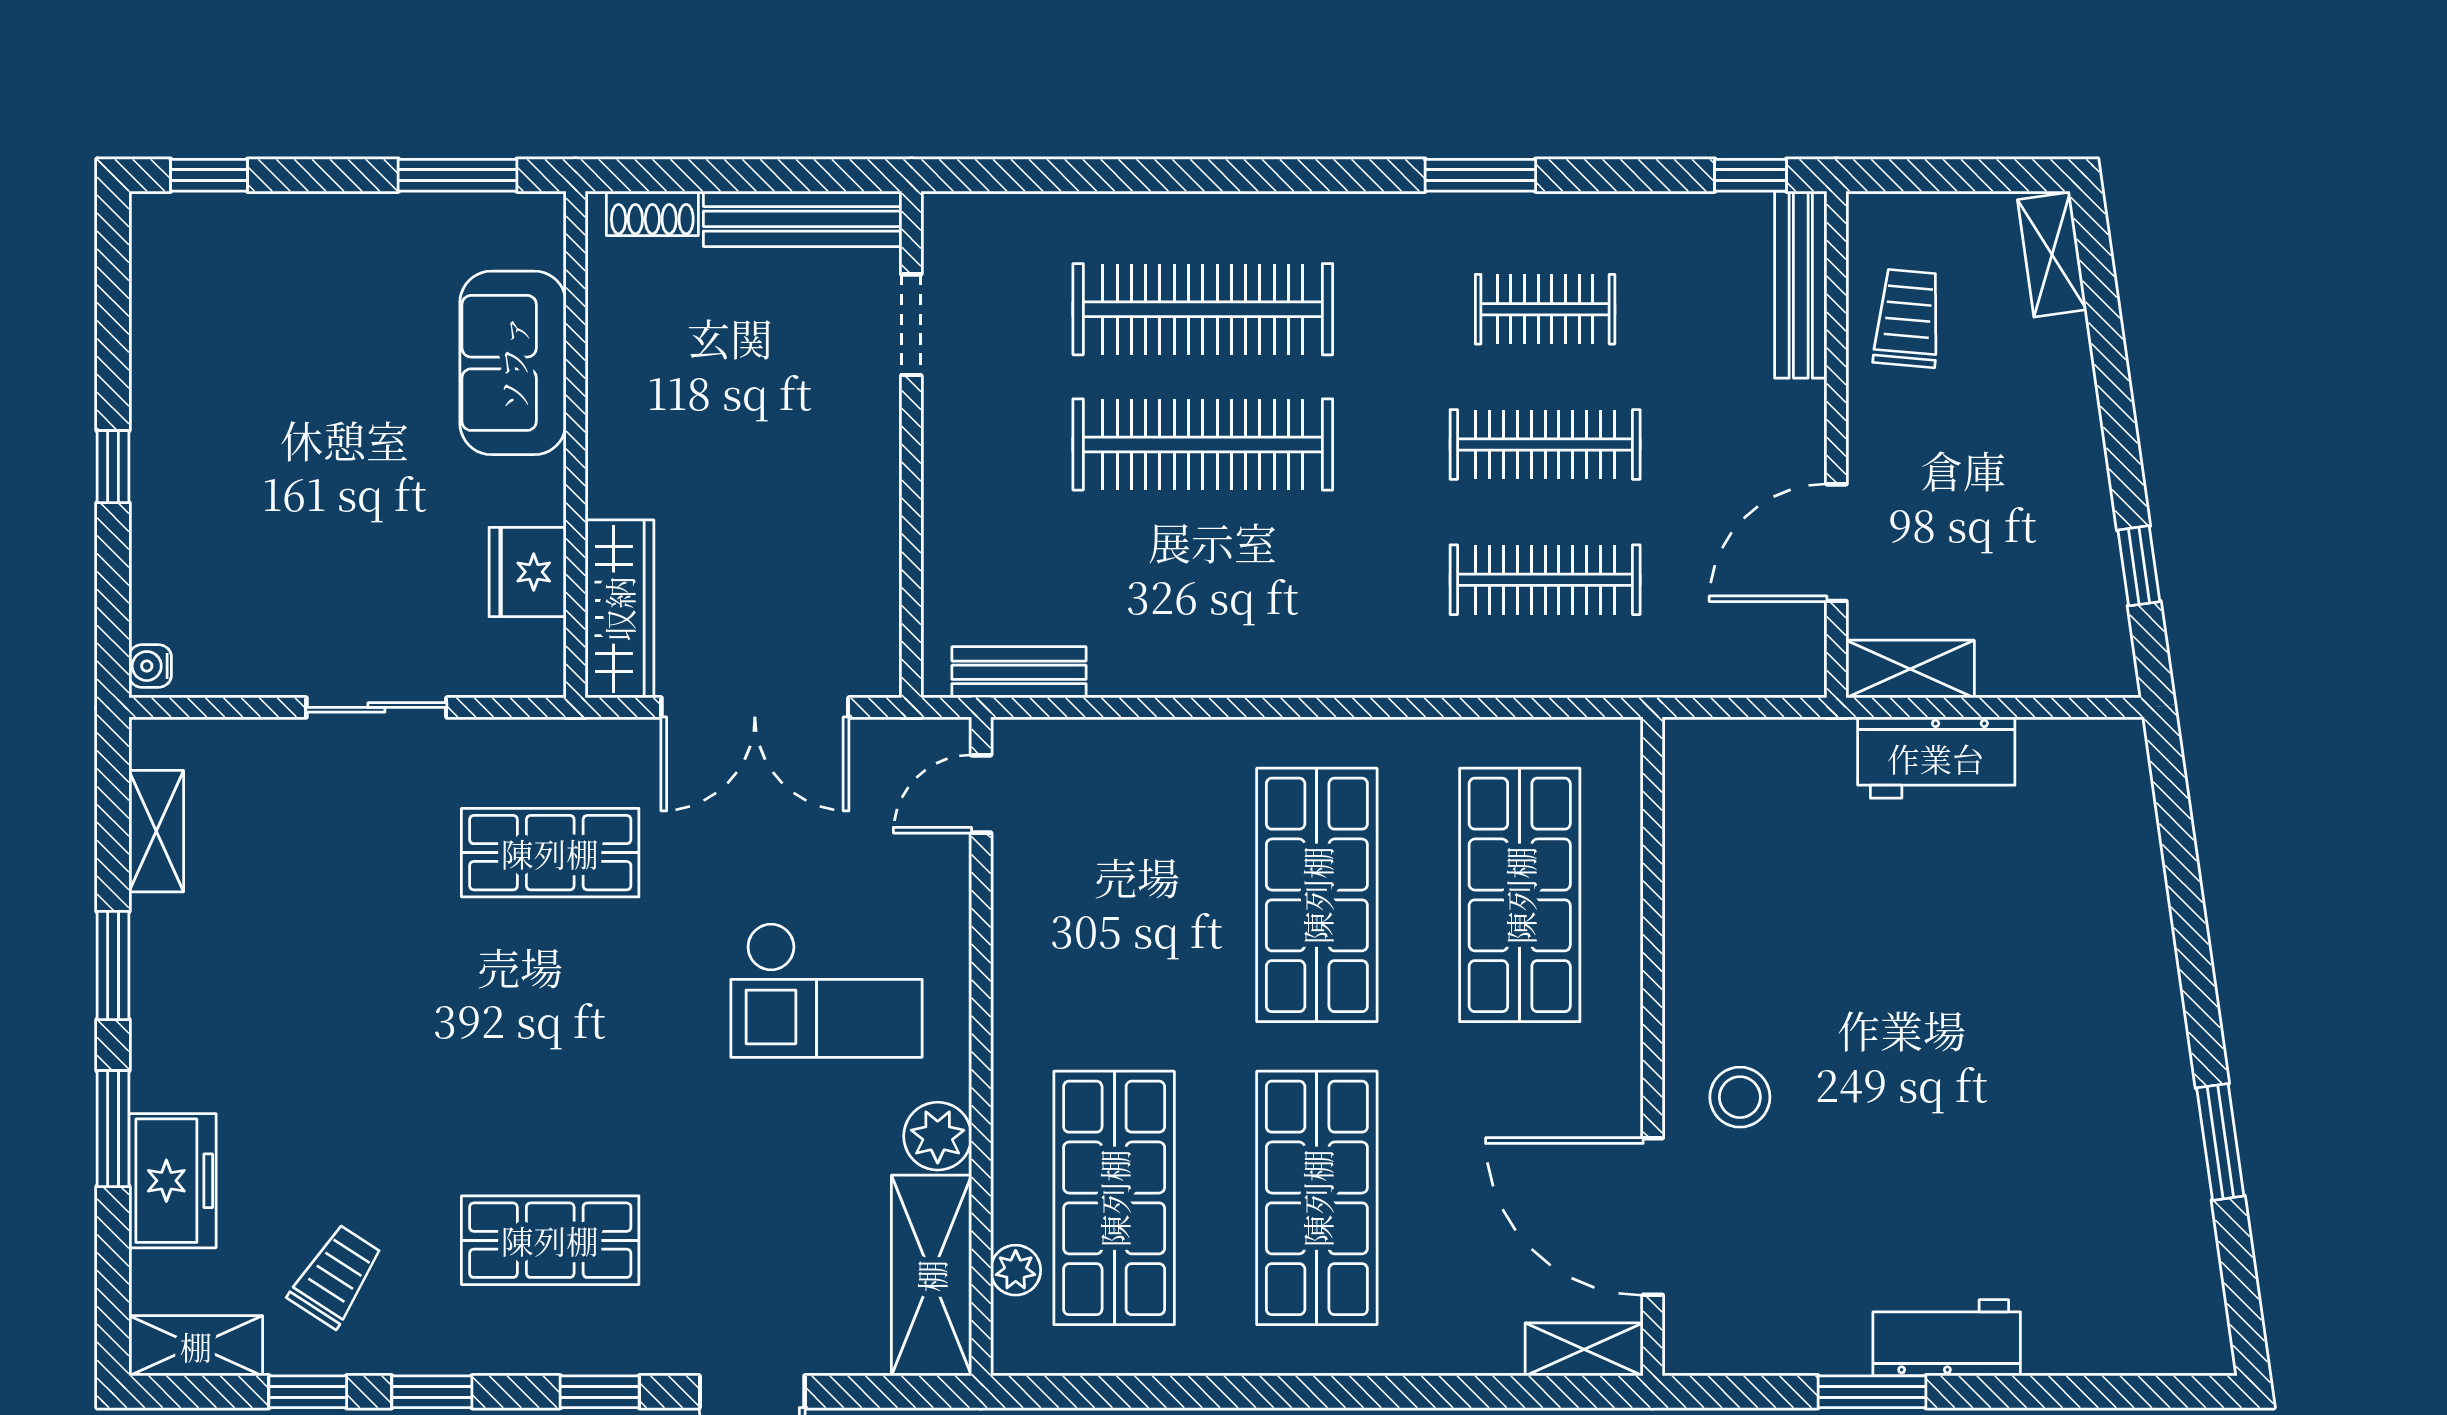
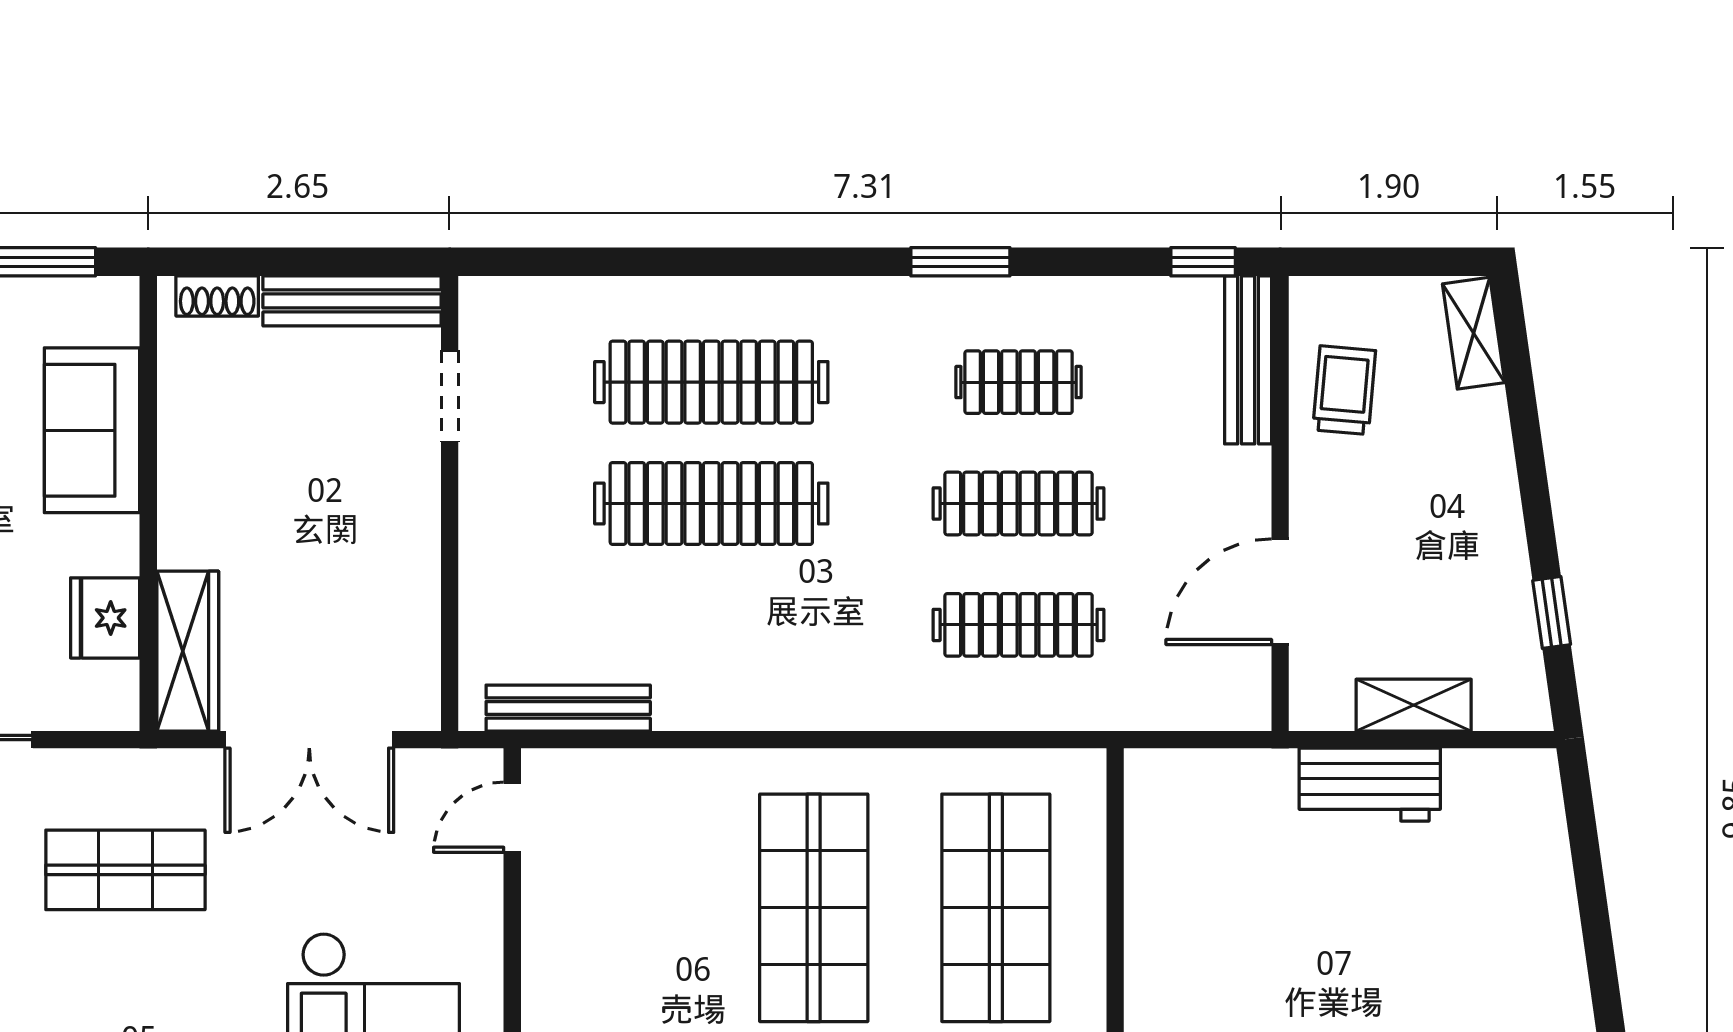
shelving: (1910, 669) -> (1414, 705), moved
bench: (1019, 672) -> (568, 708), width x1.36

